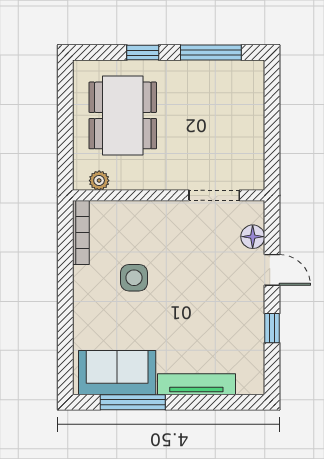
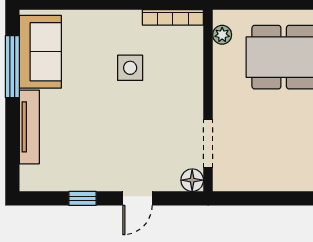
floor lamp: (253, 237) -> (192, 180), moved

